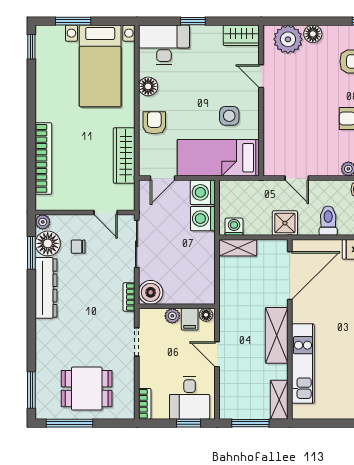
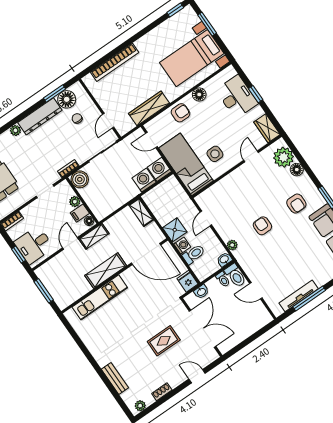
desk: (164, 45) -> (237, 97), moved
plant: (43, 222) -> (15, 130), moved
washing machine: (234, 227) -> (182, 245), moved
shelving: (279, 400) -> (94, 236), moved

